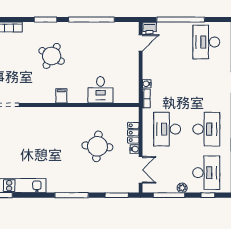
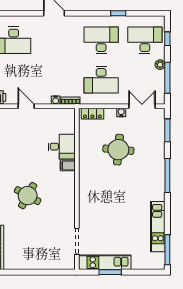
door: (141, 43) -> (26, 106), moved
filing cabinet: (61, 96) -> (68, 165), moved
locker: (133, 133) -> (92, 114), moved

